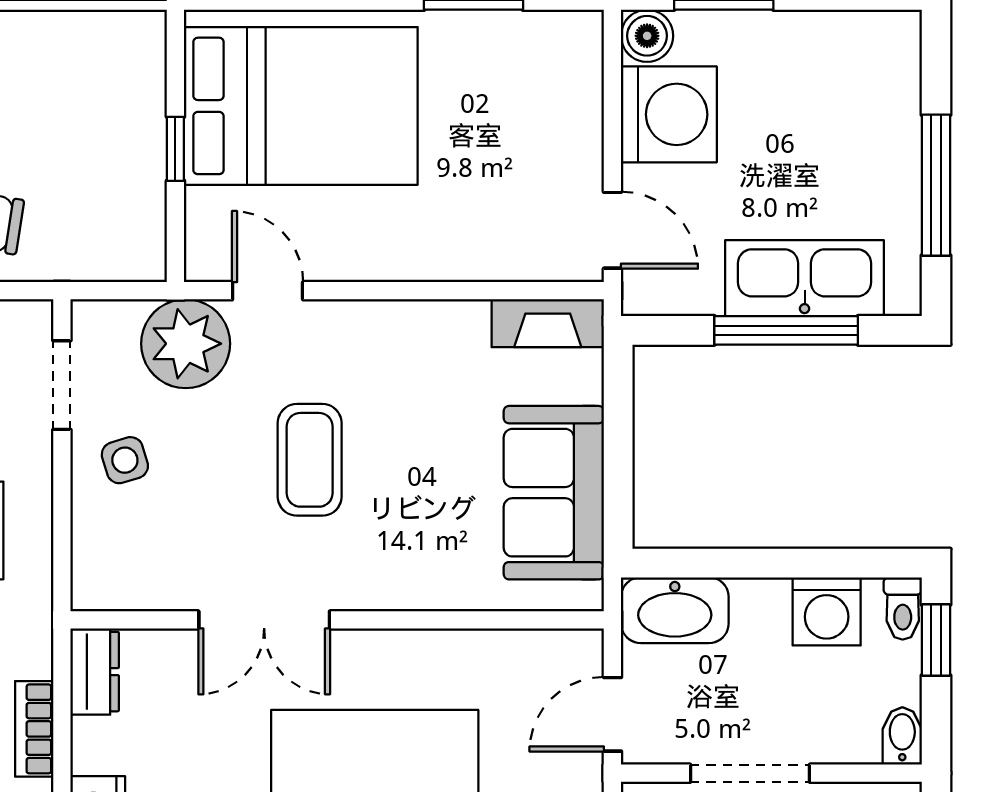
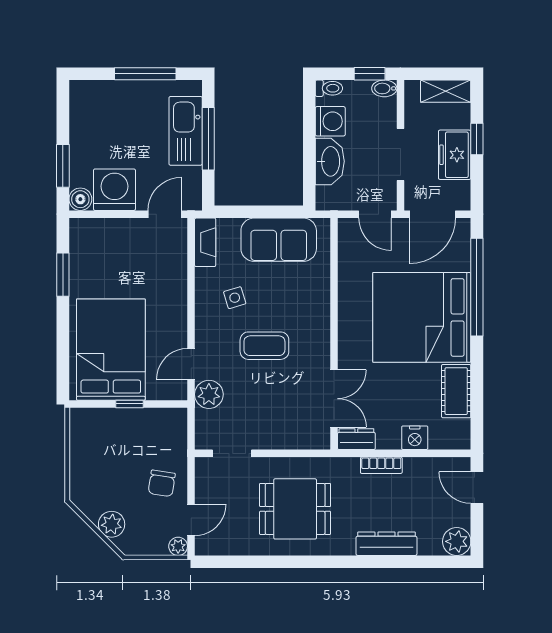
plant: (186, 344) -> (209, 394), width x0.73, depth x0.73
side table: (125, 460) -> (235, 298), moved
washbasin: (675, 610) -> (330, 161), moved
double door: (264, 620) -> (334, 399), moved
window: (936, 640) -> (370, 74), moved

